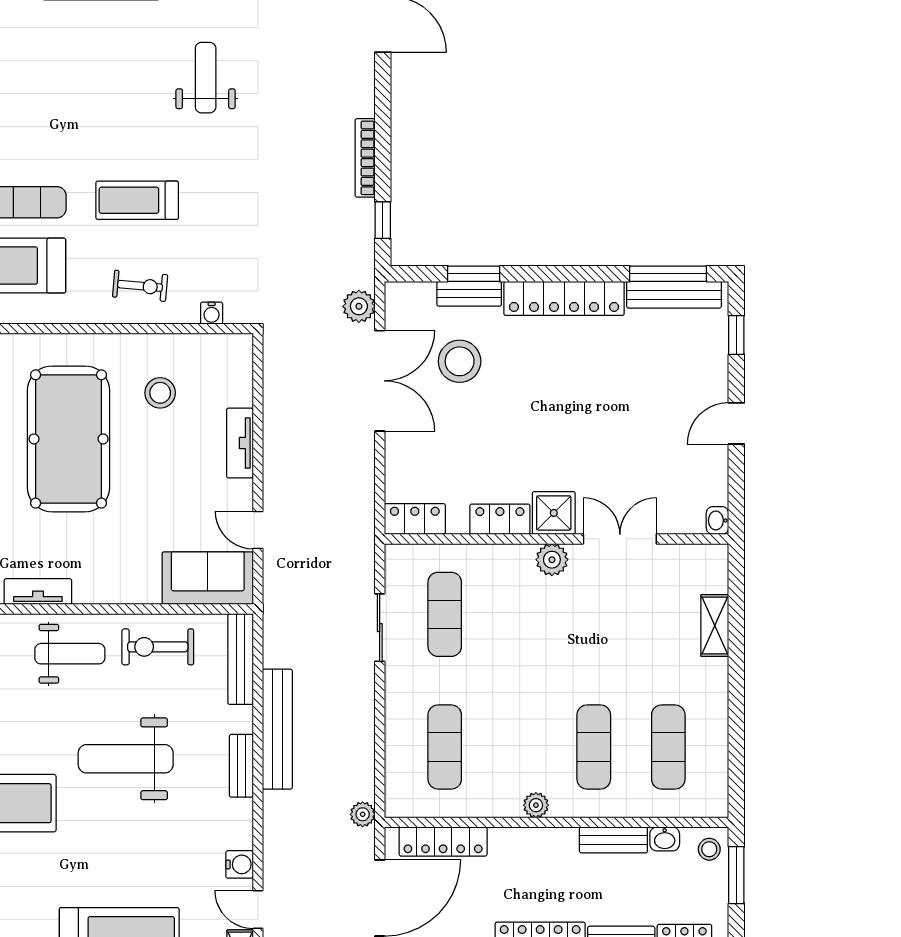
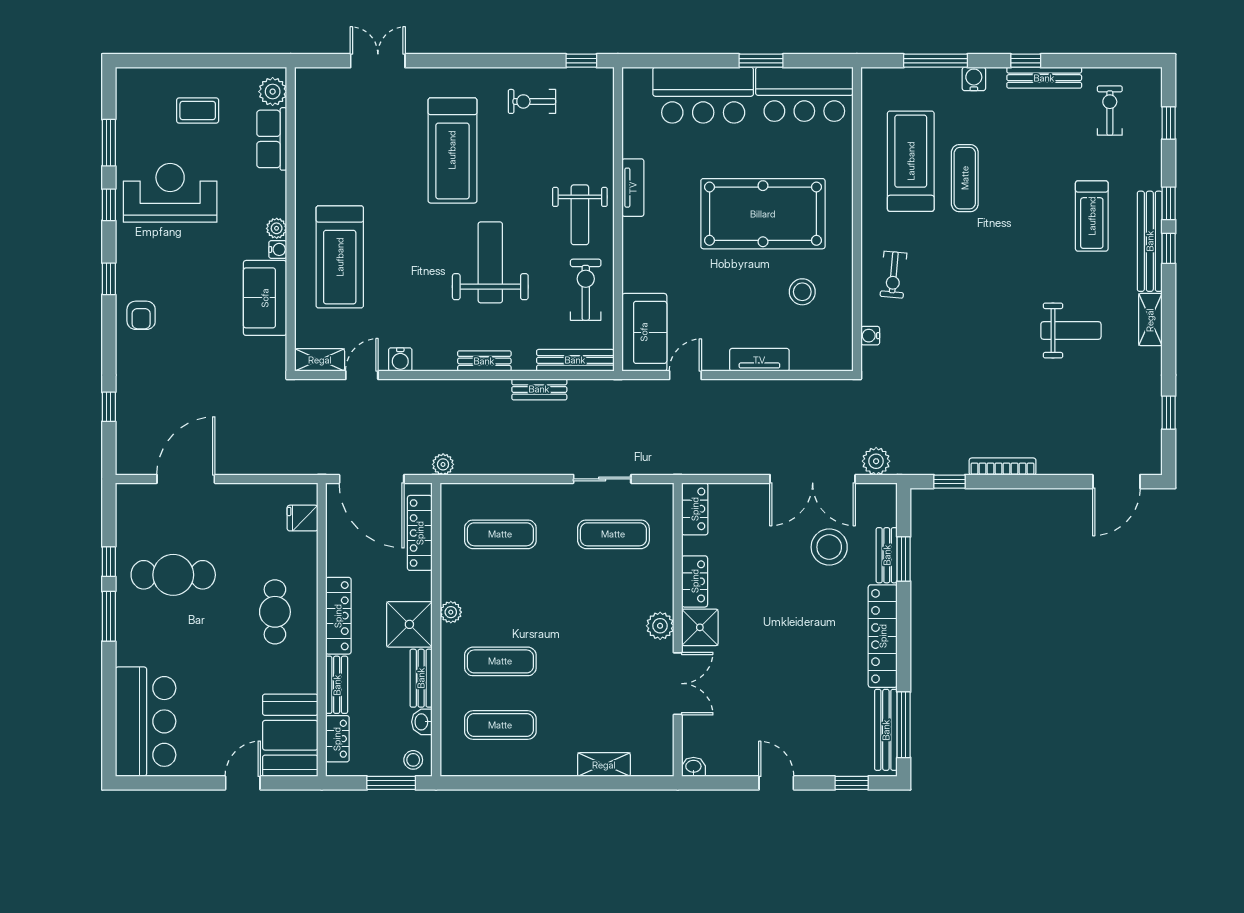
treadmill: (137, 200) -> (1092, 216), moved, turned 180
bench: (277, 729) -> (539, 389), width x0.54, depth x0.82
shower: (550, 854) -> (409, 624), added

